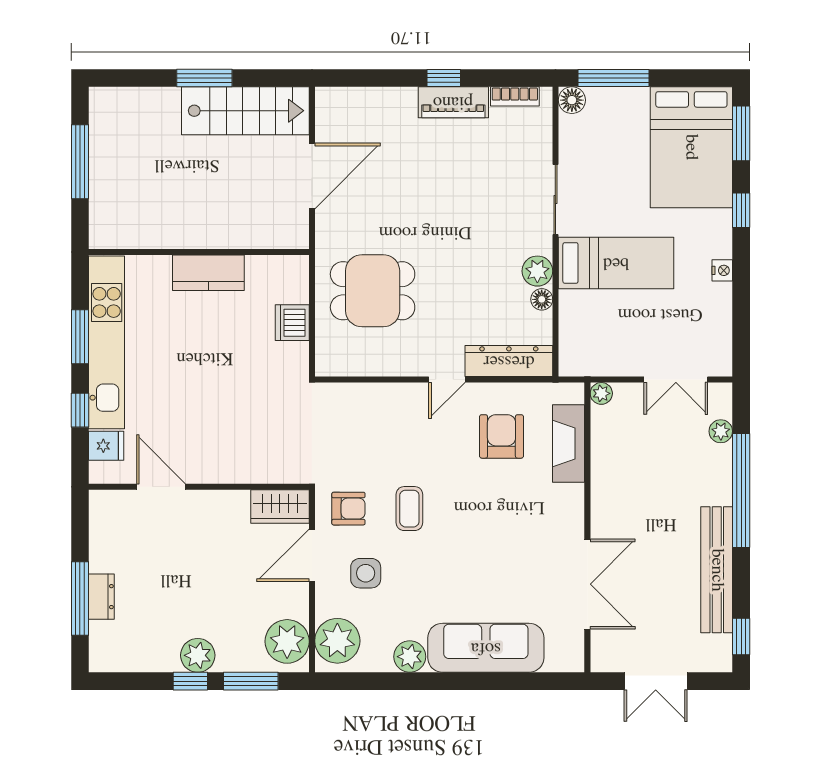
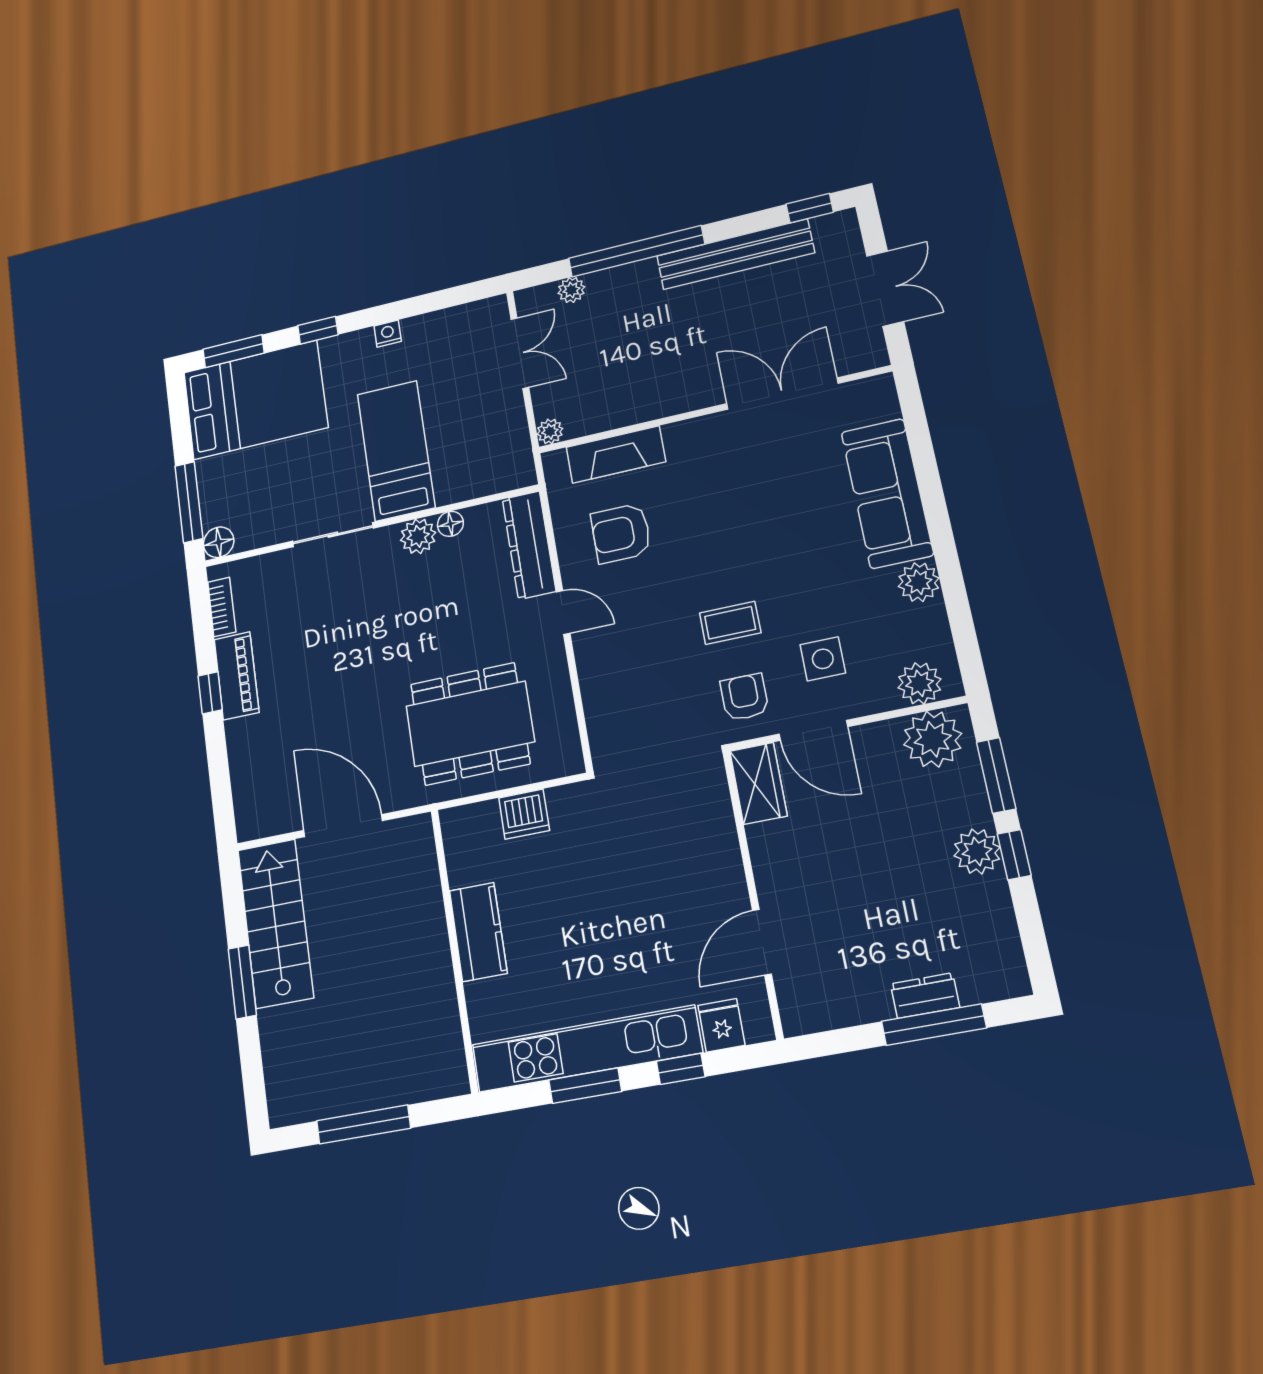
dining table: (373, 291) -> (470, 724), width x1.38
plant: (337, 641) -> (920, 683), width x0.73, depth x0.73

